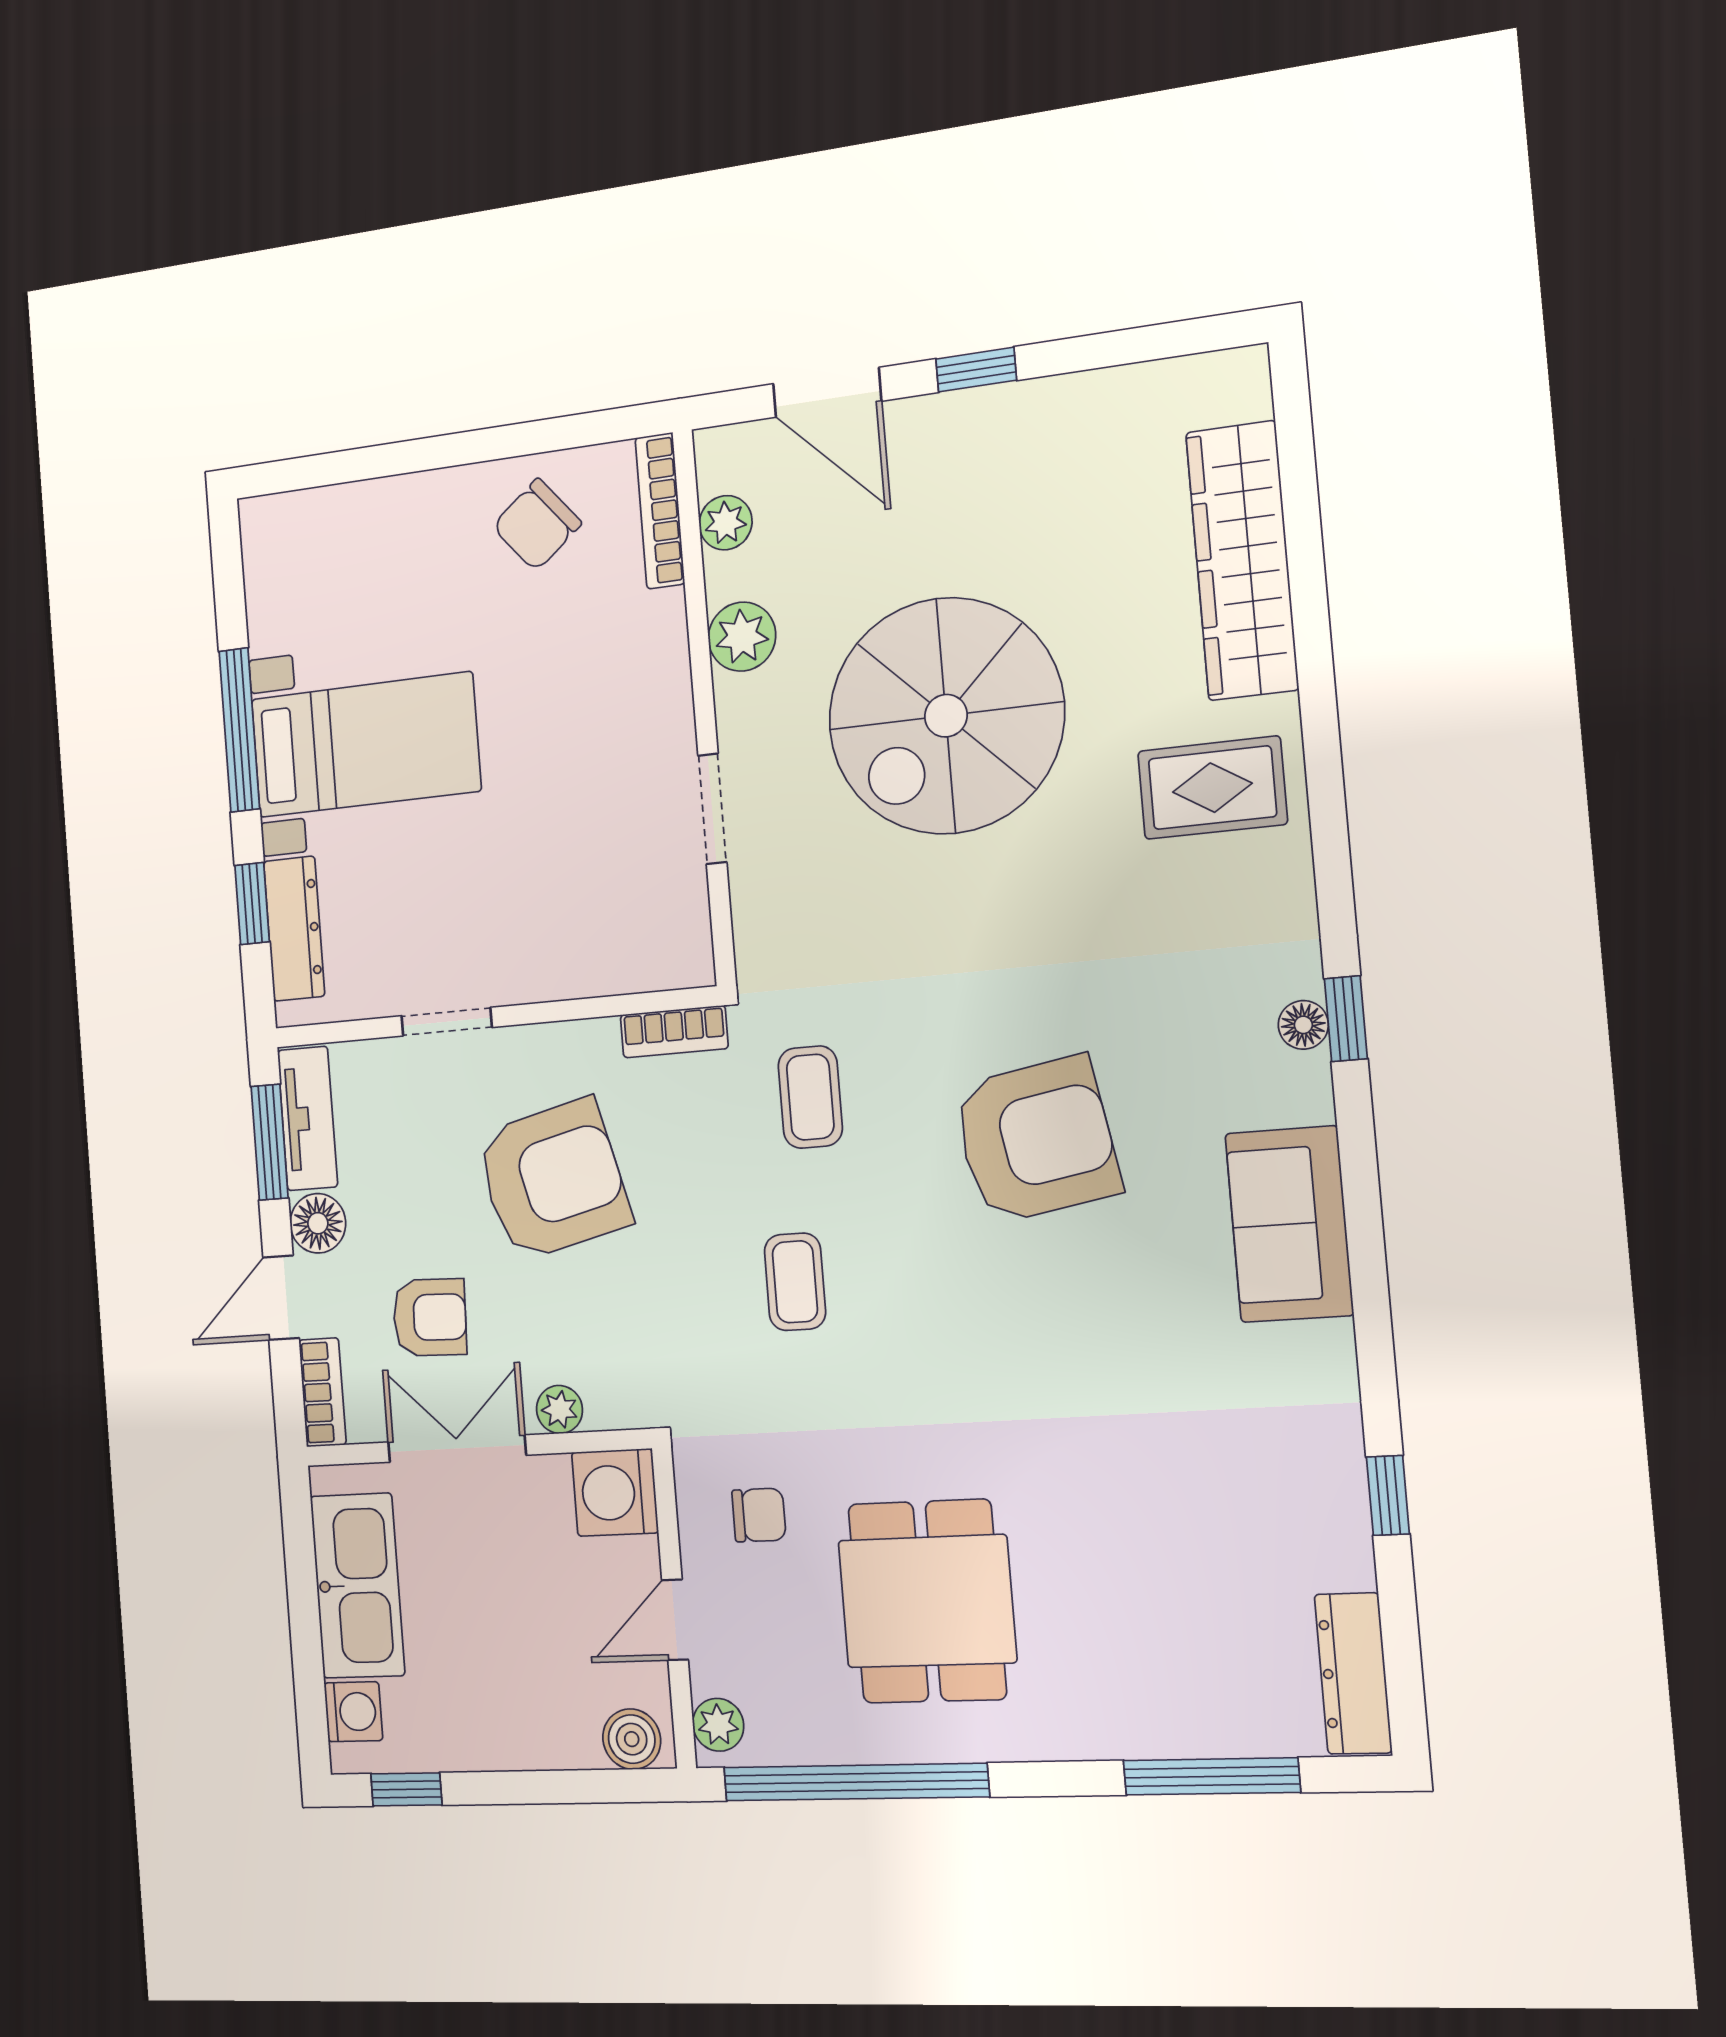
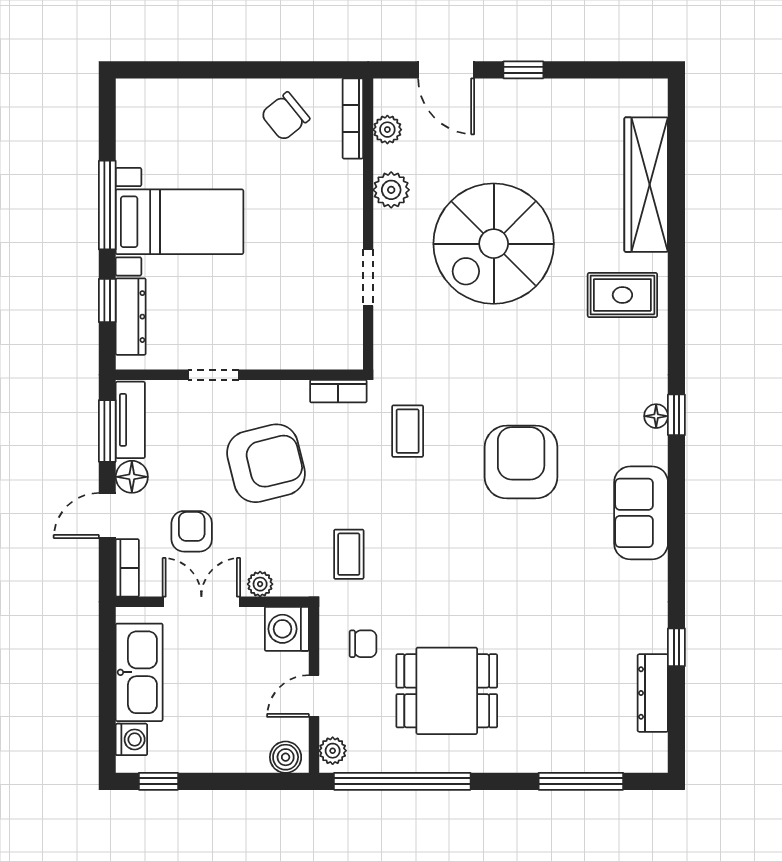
armchair: (1036, 1140) -> (521, 462), turned -80
coffee table: (795, 1282) -> (349, 554), moved
armchair: (430, 1317) -> (192, 531), turned -92
dining table: (927, 1601) -> (447, 691), turned 90
dresser: (1353, 1673) -> (653, 693), moved

